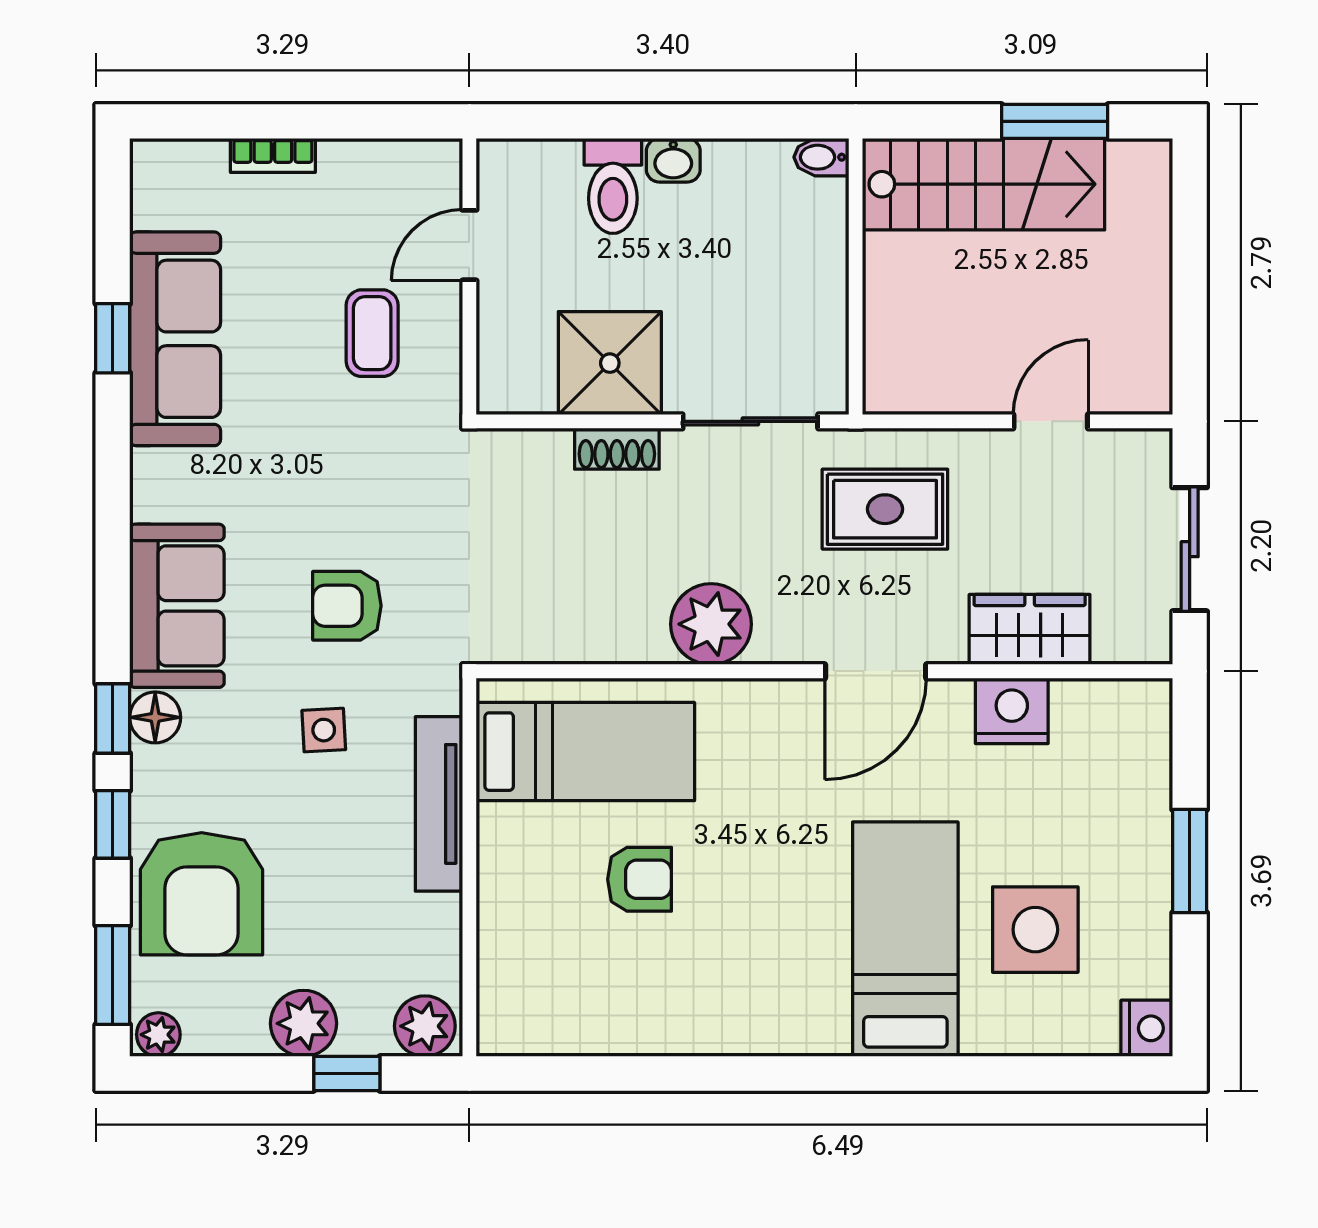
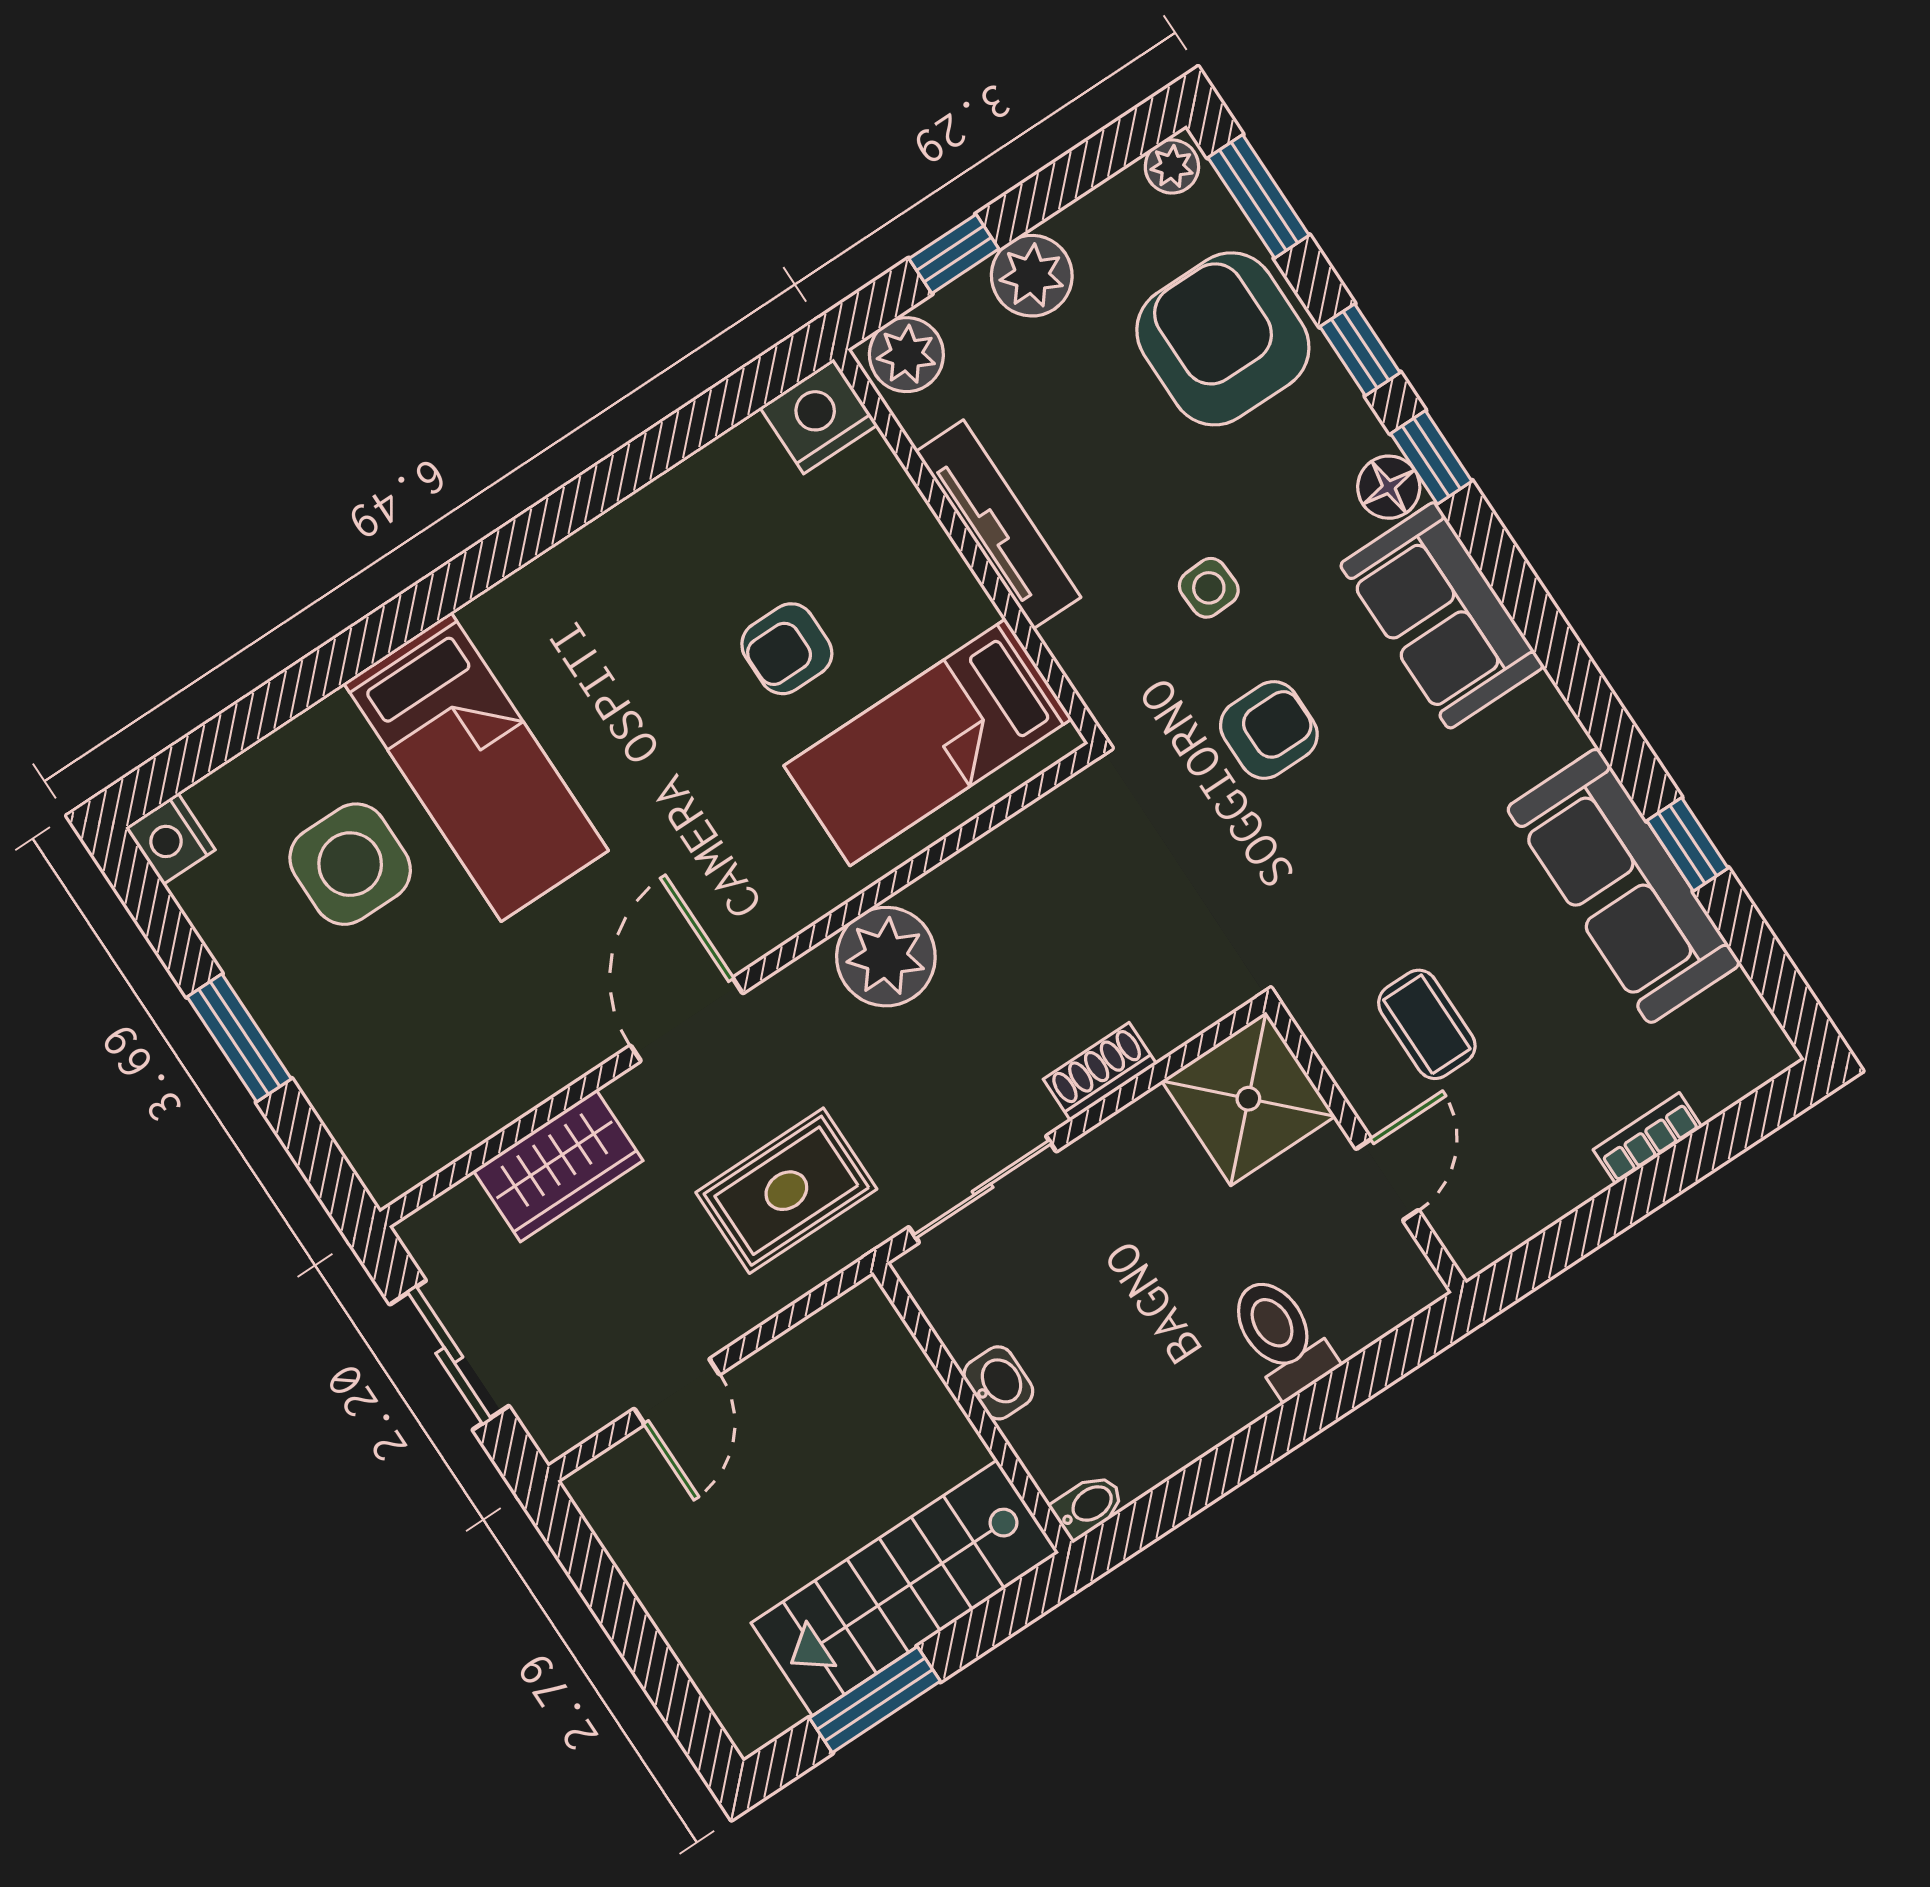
washbasin: (673, 160) -> (998, 1383), moved, turned 90
shower: (610, 363) -> (1248, 1099), moved
nightstand: (1012, 711) -> (819, 416), moved, turned 180
tv unit: (439, 804) -> (998, 524), moved

